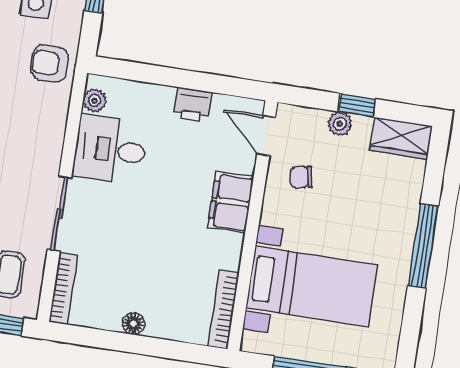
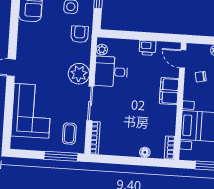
armchair: (50, 63) -> (80, 34), turned 90
plant: (41, 148) -> (79, 74), added
bookcase: (224, 309) -> (170, 148), width x0.64
floor lamp: (134, 324) -> (145, 152), moved

